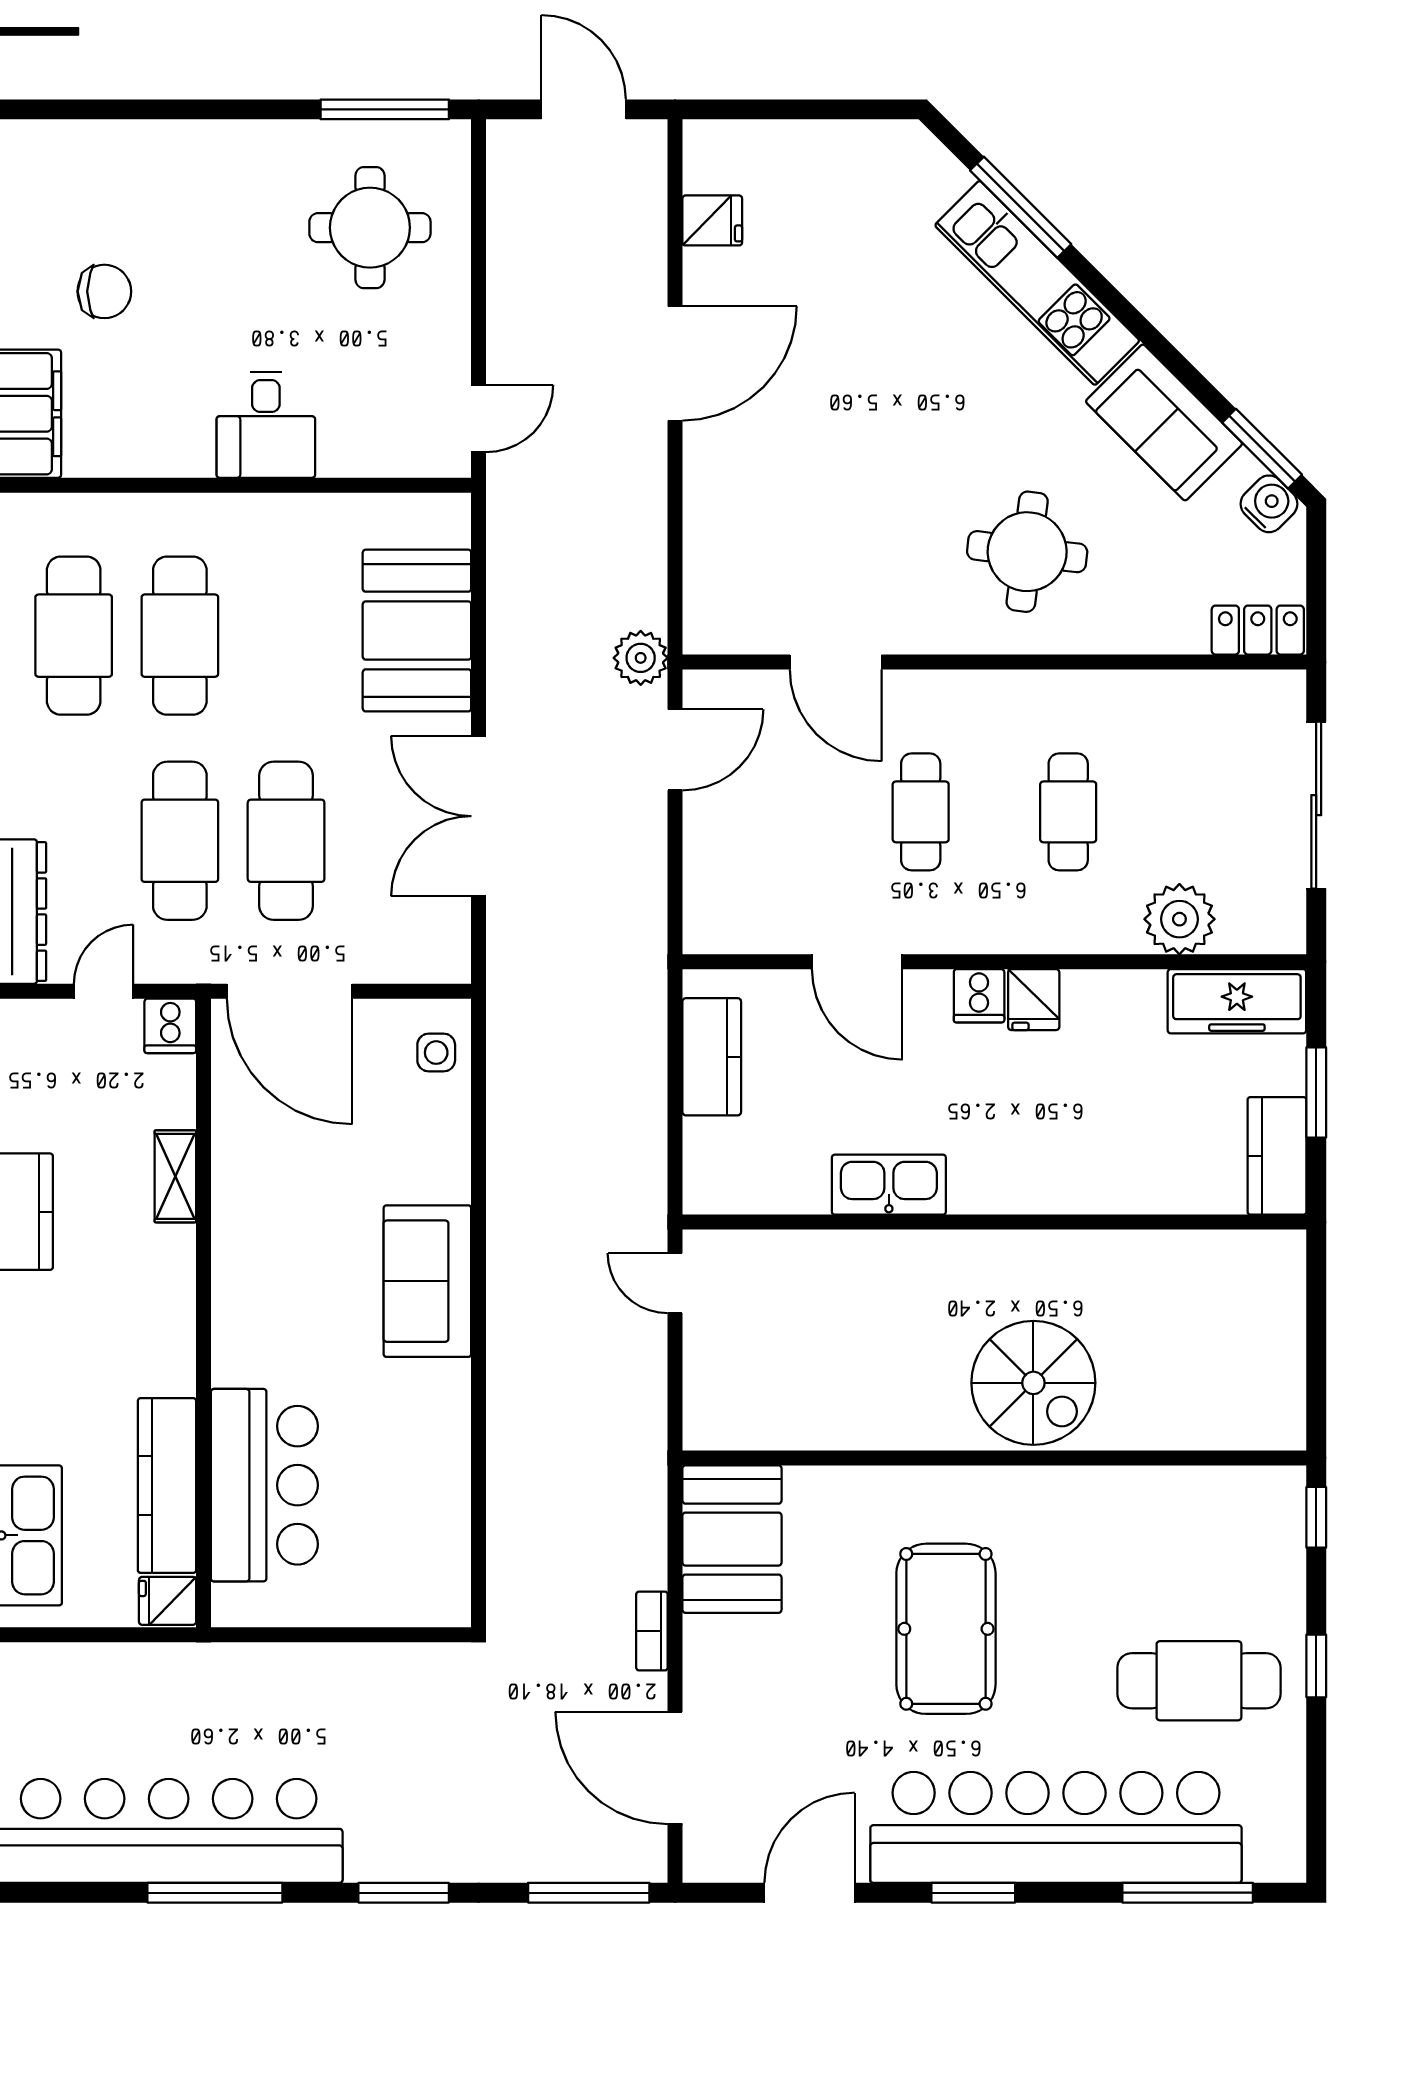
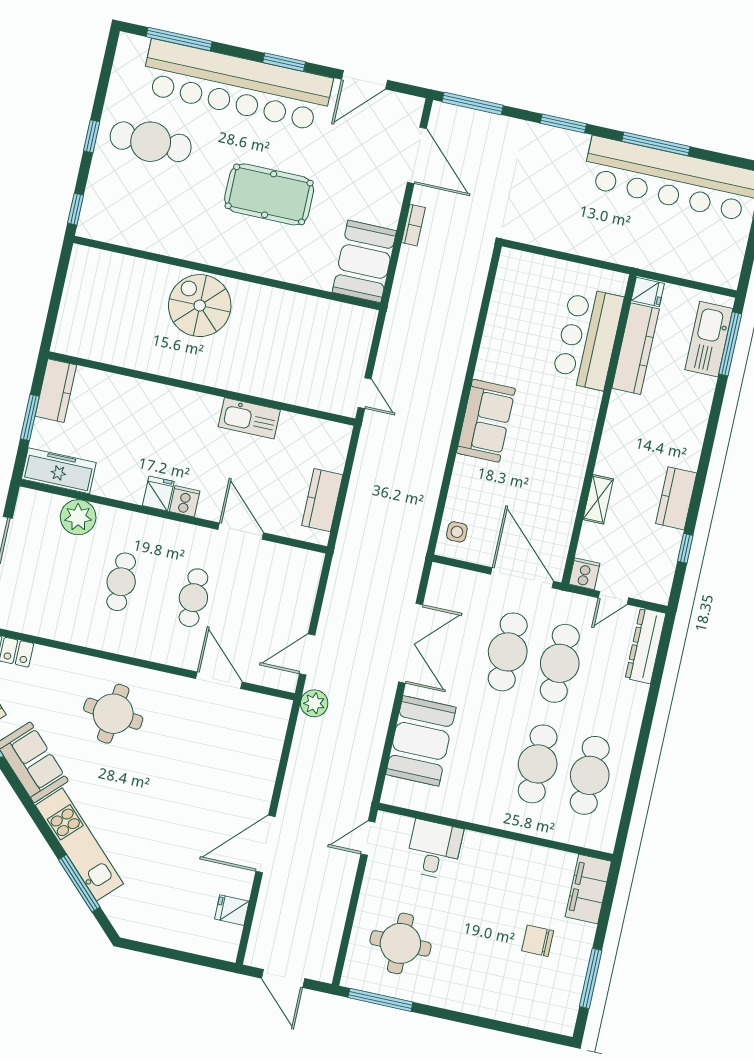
desk: (266, 425) -> (434, 850), moved
pool table: (946, 1629) -> (269, 194), turned 90

